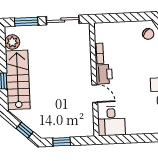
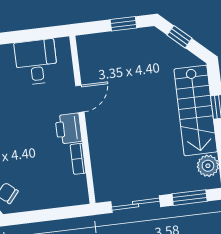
door: (95, 94) -> (80, 99), swing flipped
desk: (111, 121) -> (36, 62), moved

